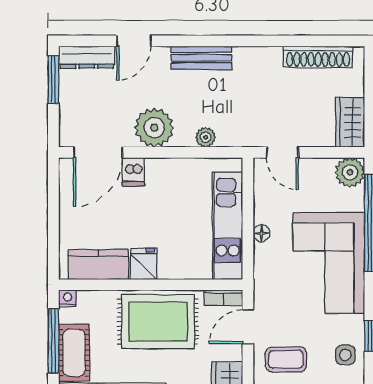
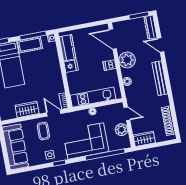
bench: (201, 58) -> (160, 78), width x1.36
door: (283, 152) -> (127, 114), swing flipped
dishwasher: (133, 172) -> (110, 65), moved
plant: (350, 172) -> (122, 130), moved
rug: (158, 322) -> (49, 76), removed

